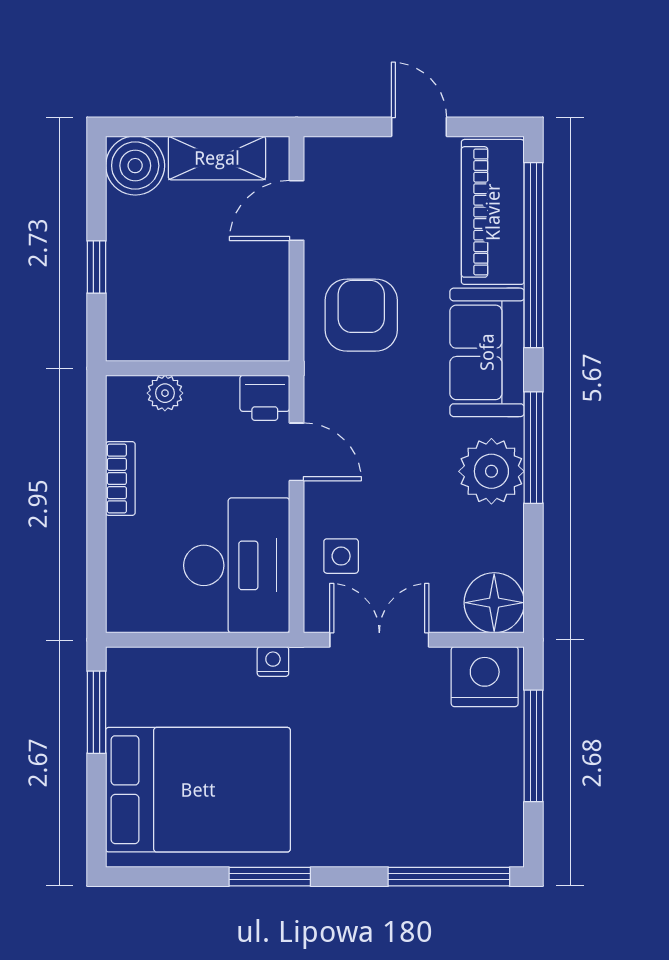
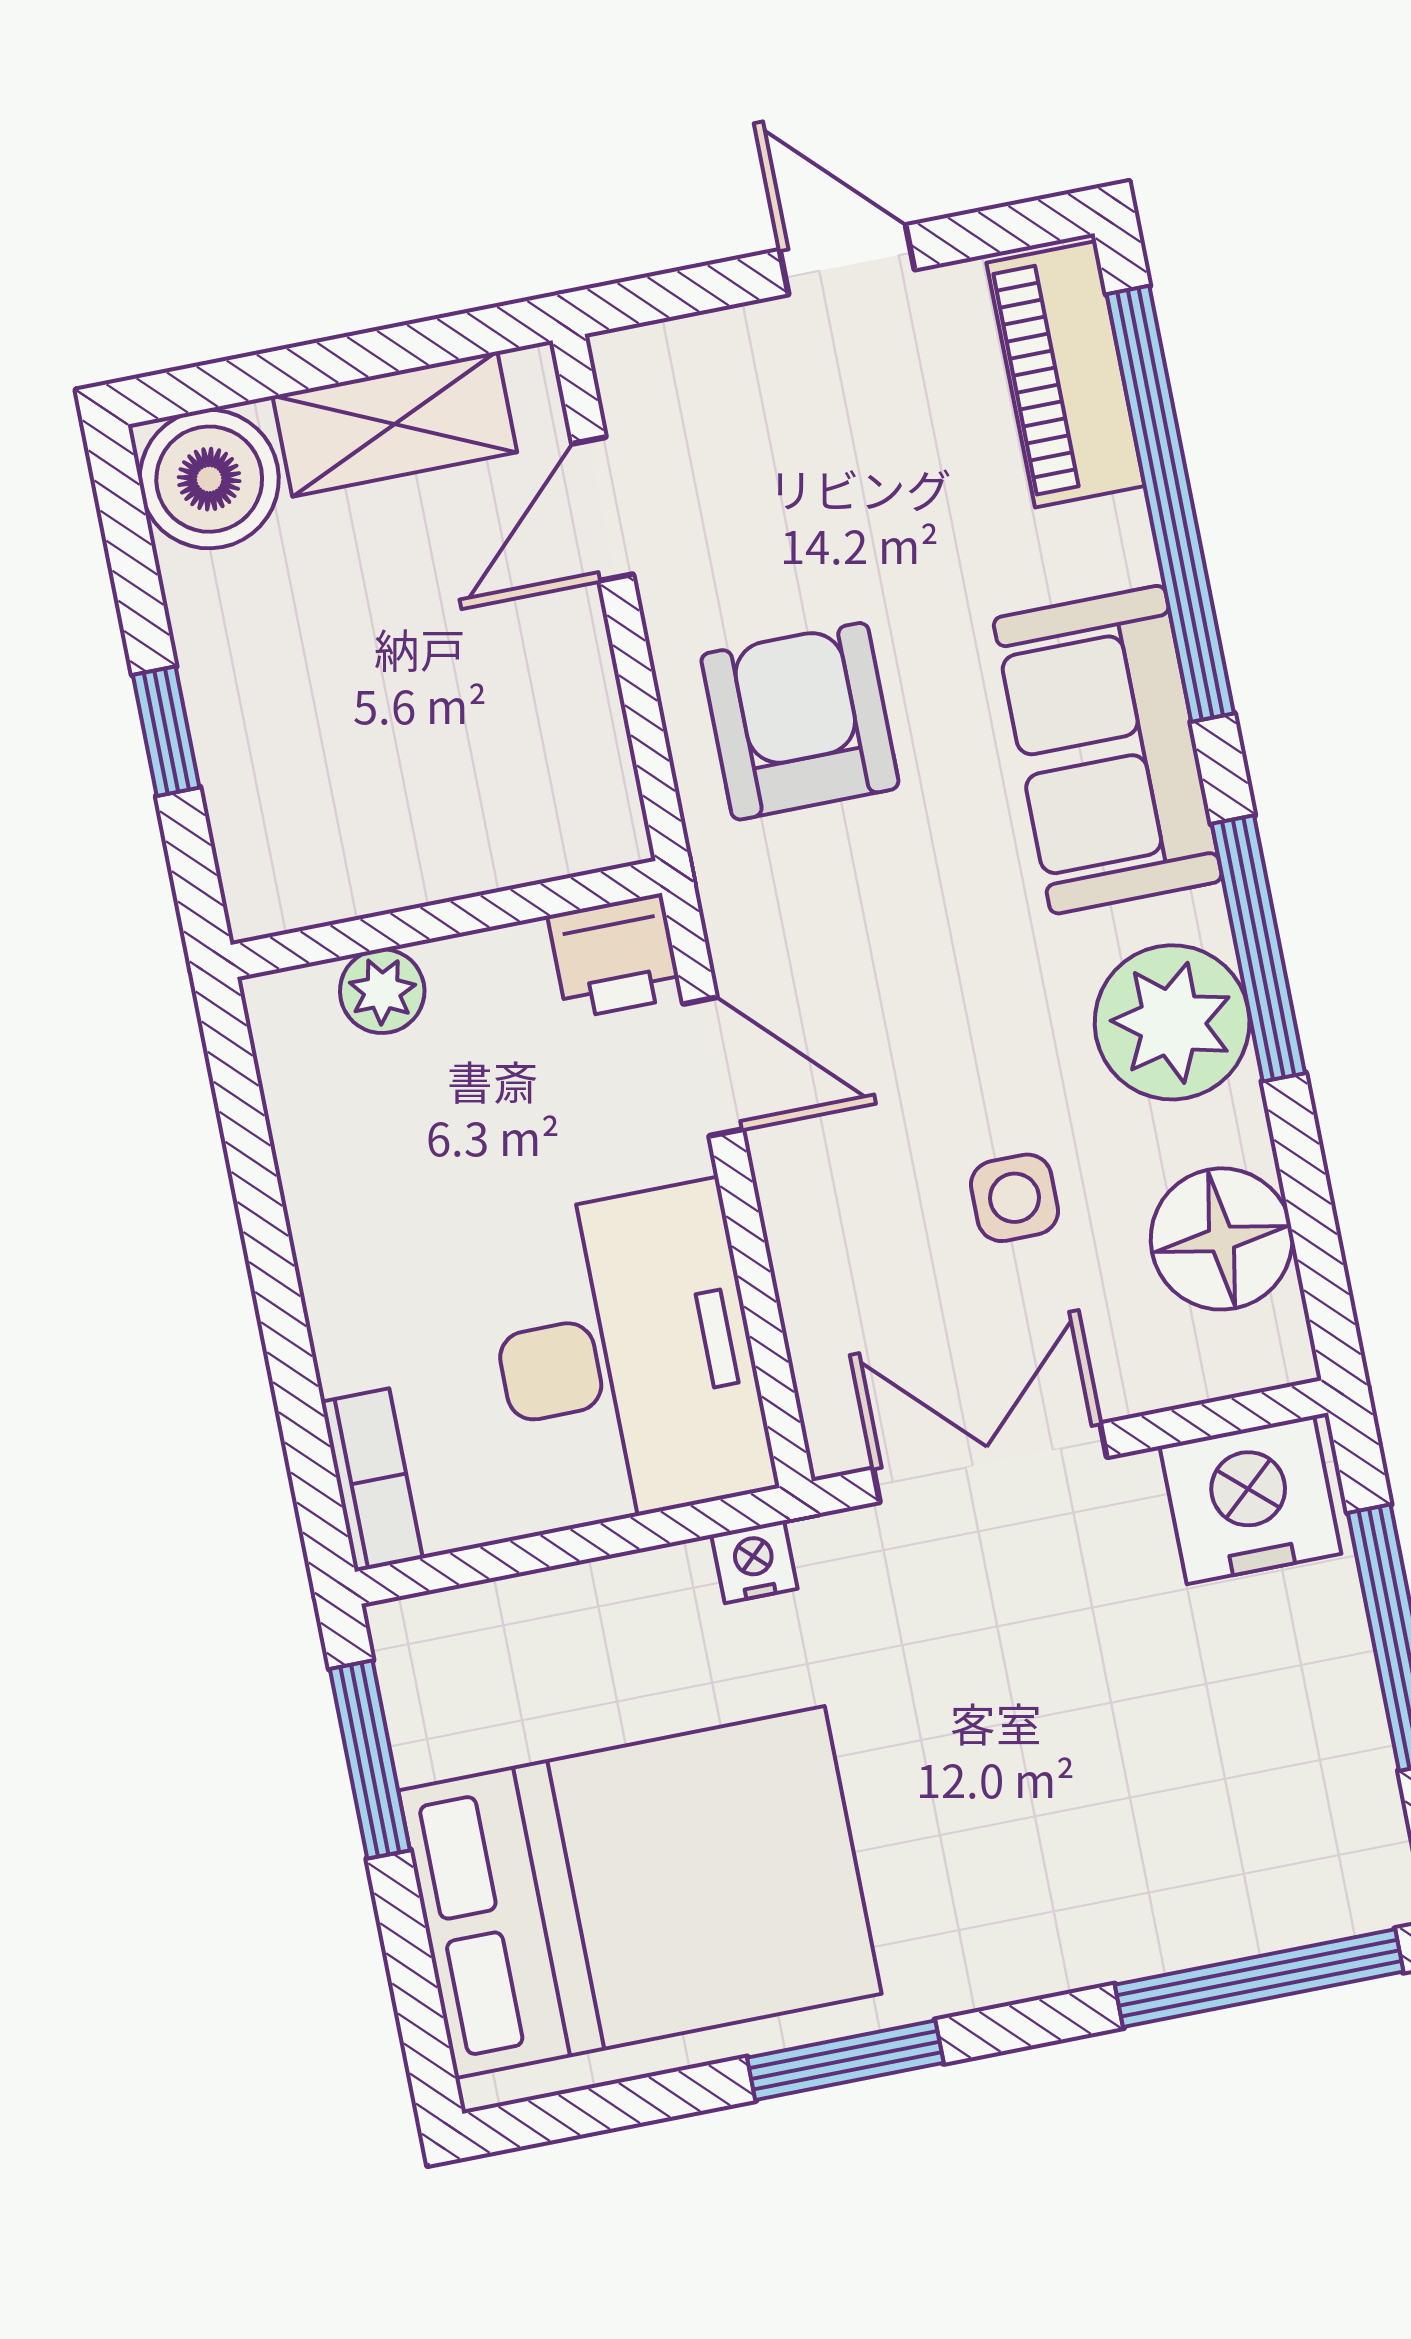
piano: (493, 212) -> (1066, 374), width x0.73, depth x0.75
bookcase: (120, 479) -> (372, 1480), moved
side table: (341, 556) -> (1015, 1198), moved
floor lamp: (494, 603) -> (1222, 1239), moved

